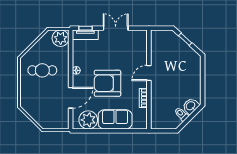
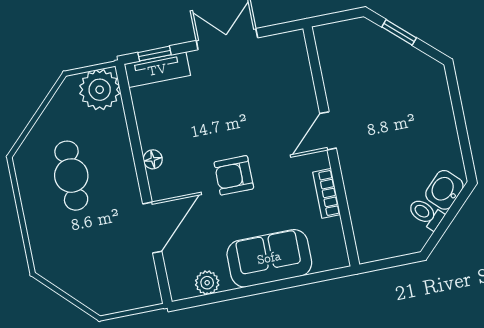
cafe table: (42, 70) -> (71, 176), turned 90
armchair: (107, 83) -> (234, 175), width x0.53, depth x0.53
plant: (88, 120) -> (207, 283), width x0.53, depth x0.53

